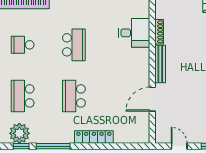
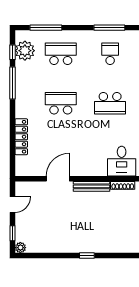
door: (152, 99) -> (58, 179), hinge flipped
locker: (94, 137) -> (21, 137), moved

